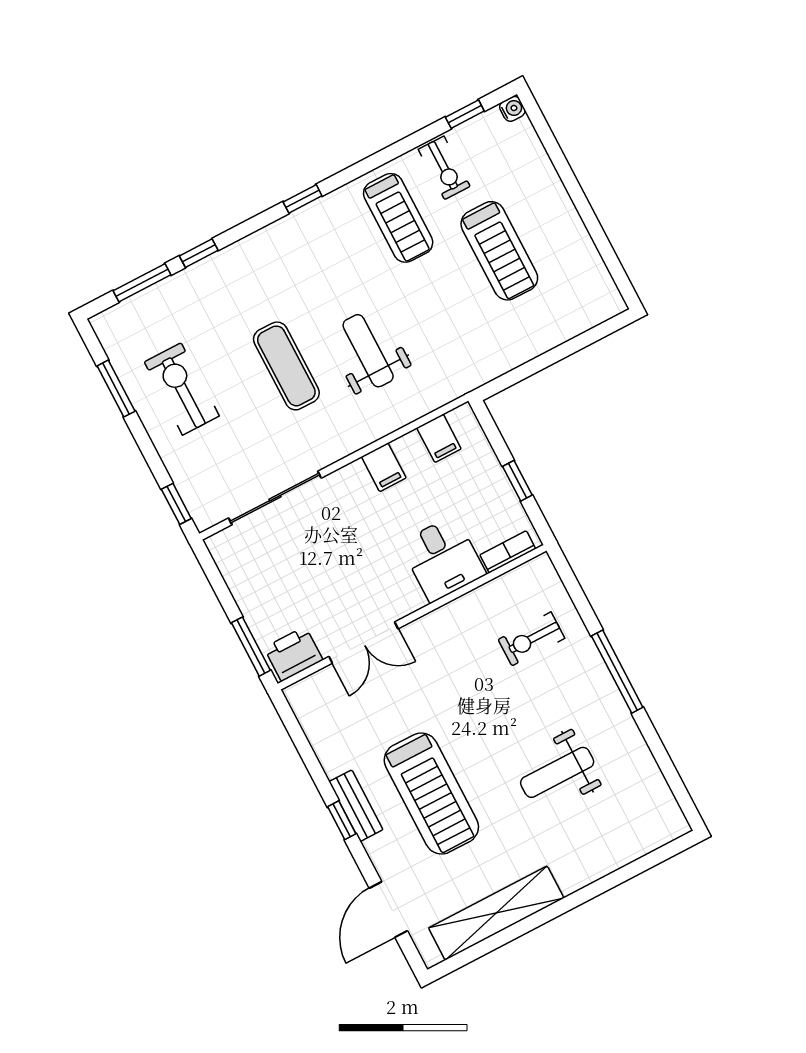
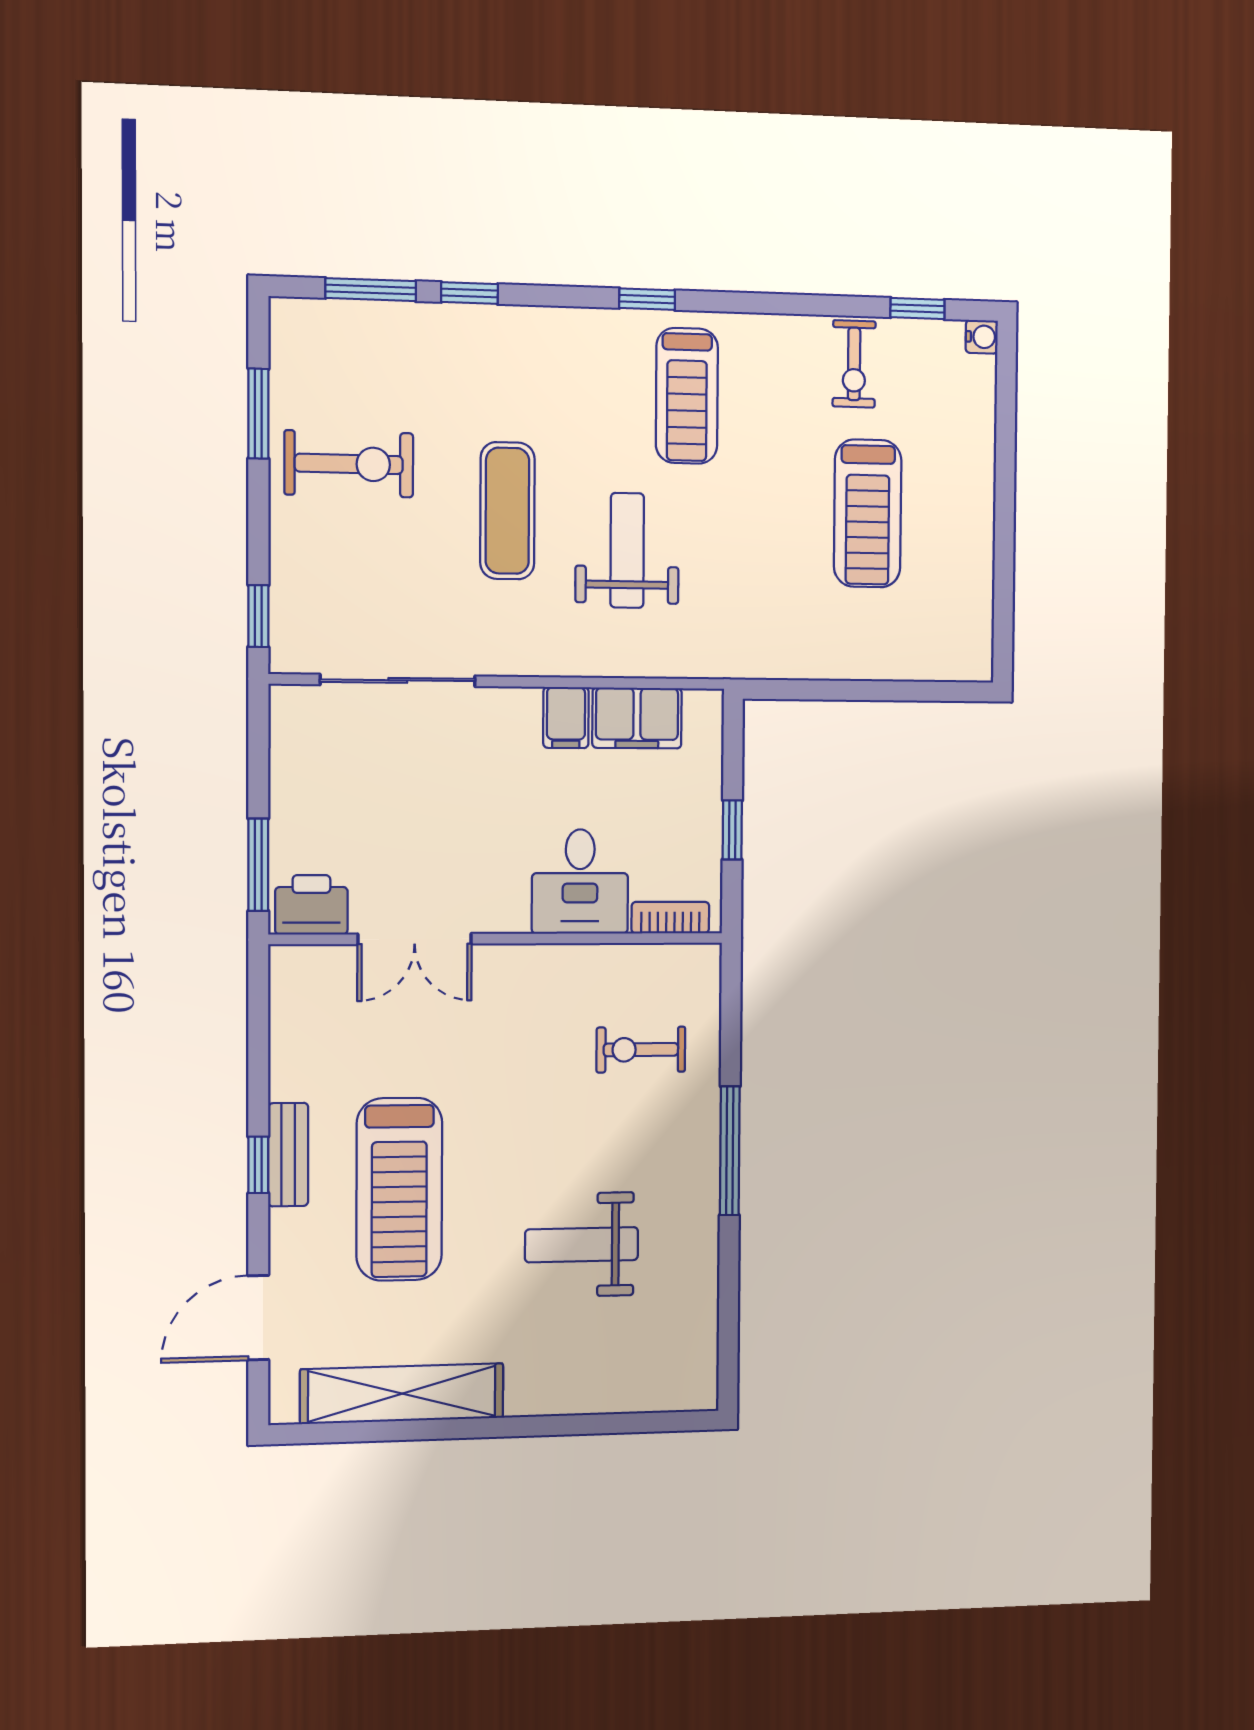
treadmill: (398, 218) -> (687, 396), moved
exercise bike: (182, 389) -> (349, 464), turned 90
filing cabinet: (439, 438) -> (637, 718), width x2.00

